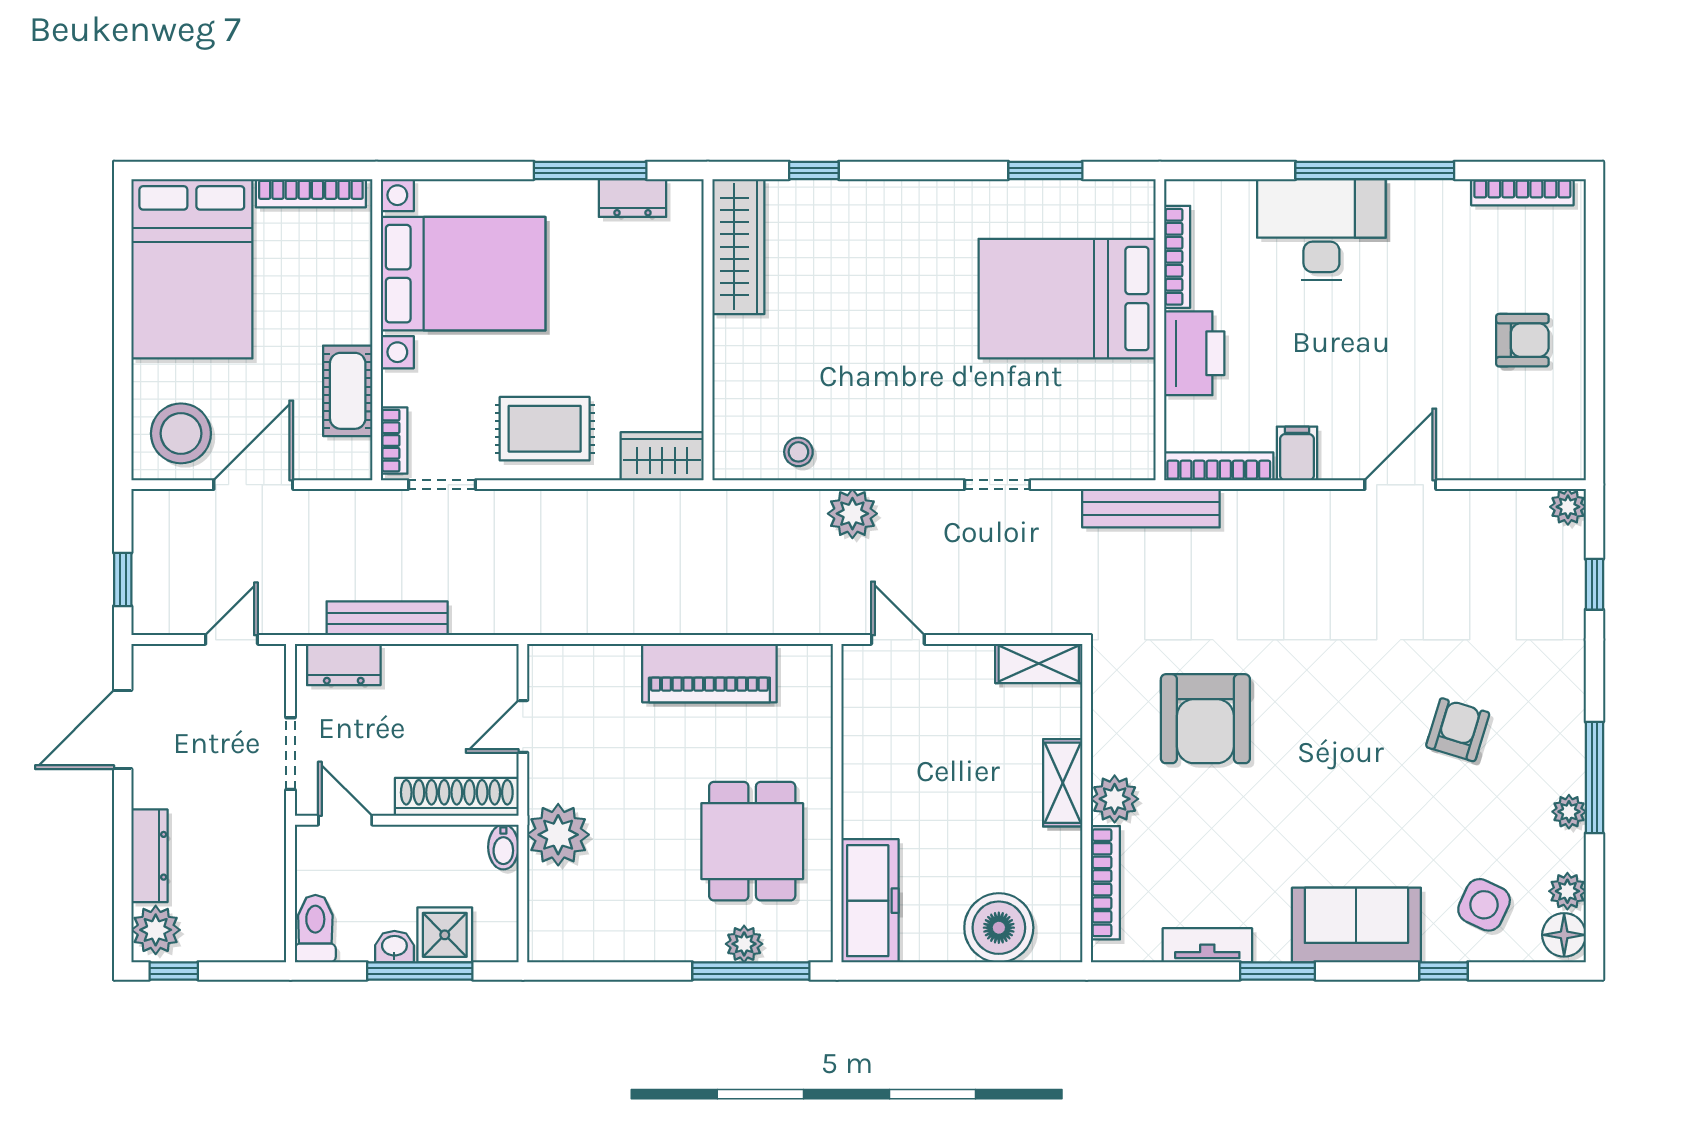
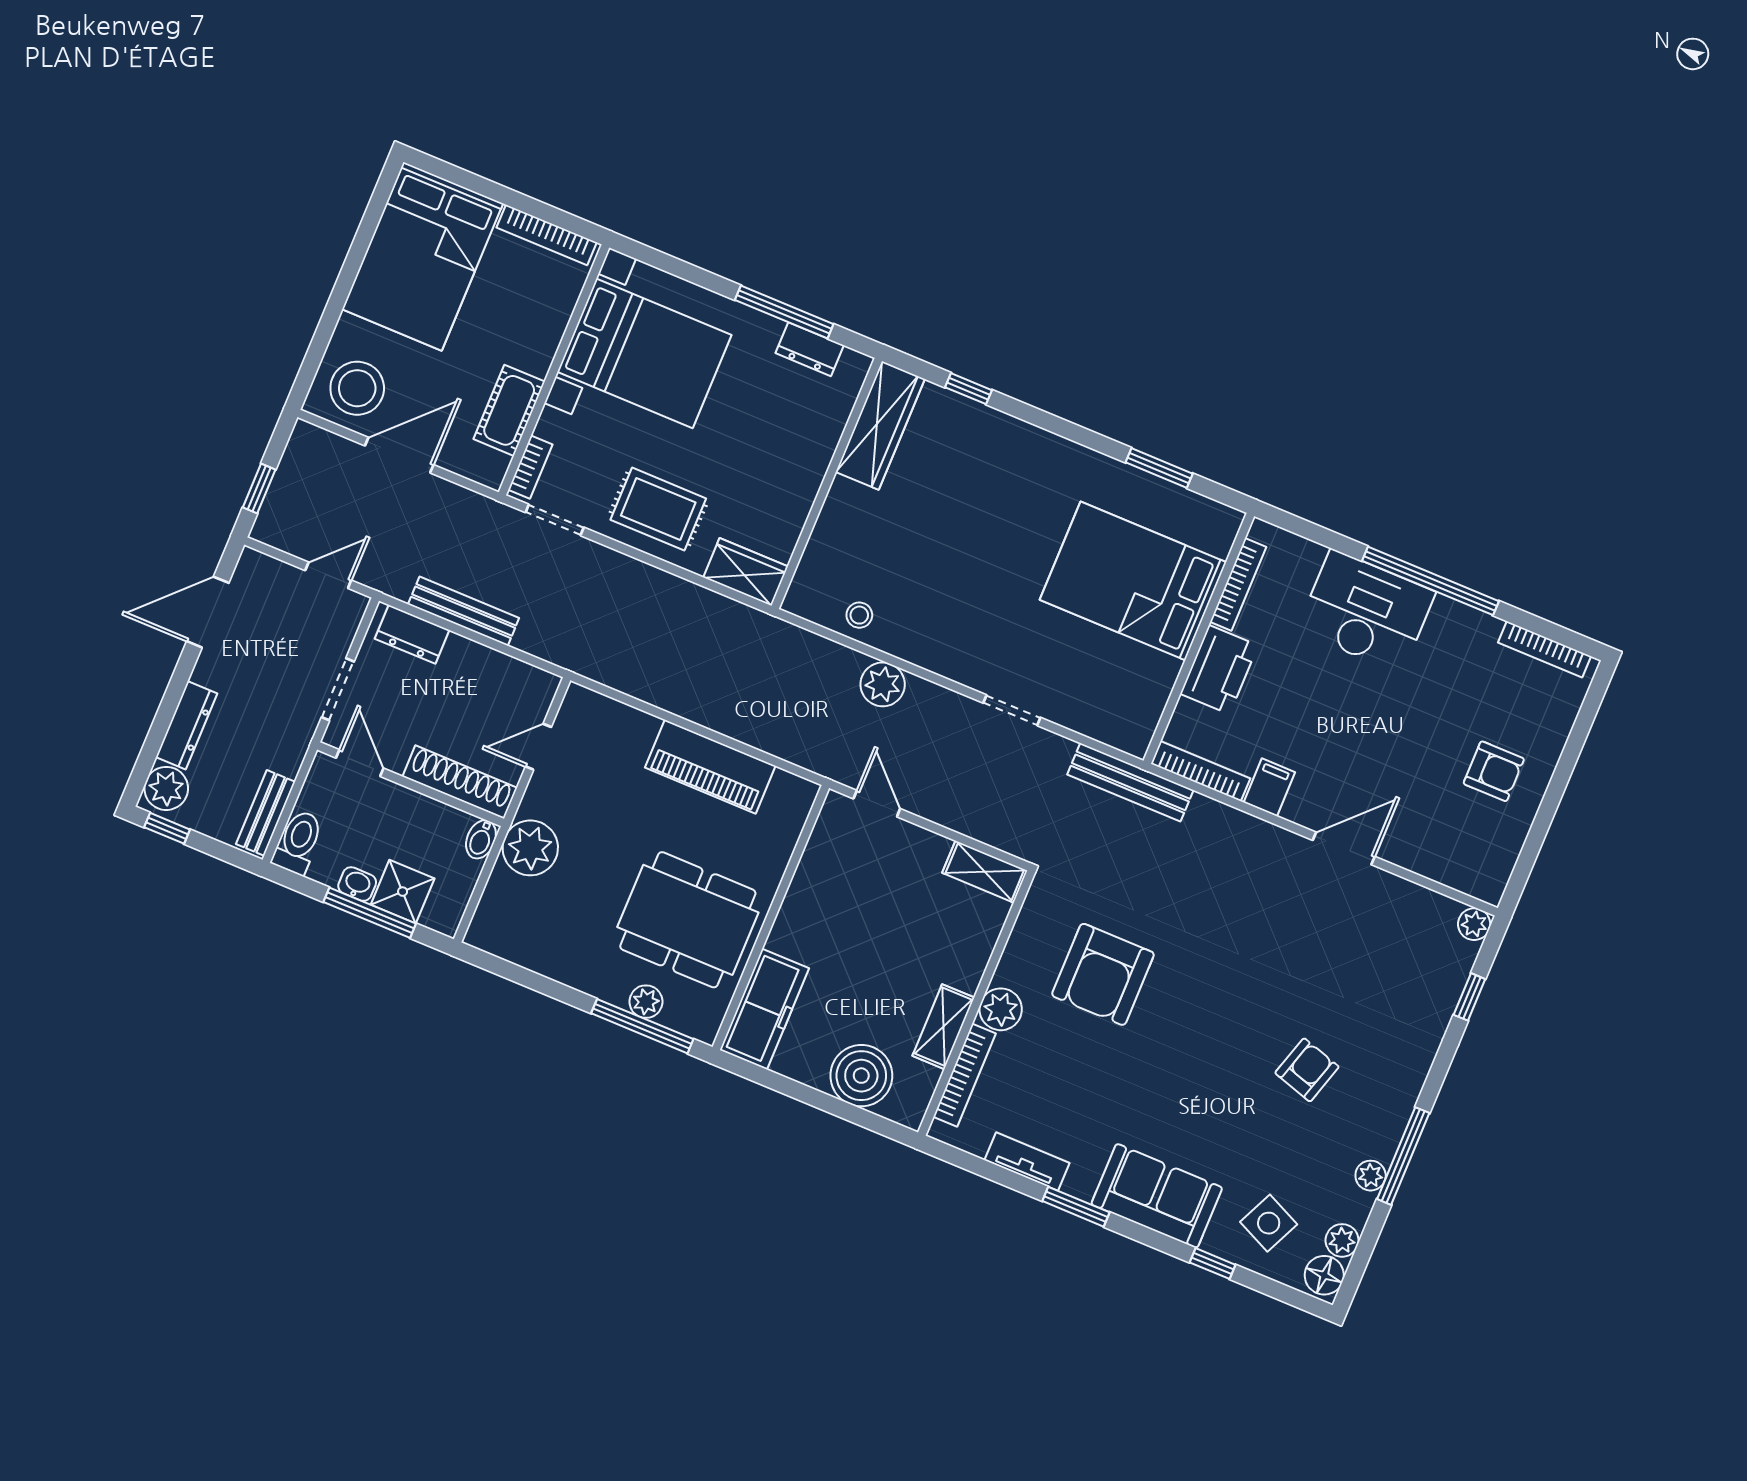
shelving: (1063, 783) -> (943, 1027), moved
dining table: (752, 841) -> (688, 920), width x1.38
bench: (269, 912) -> (266, 813), added

